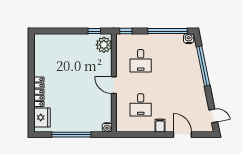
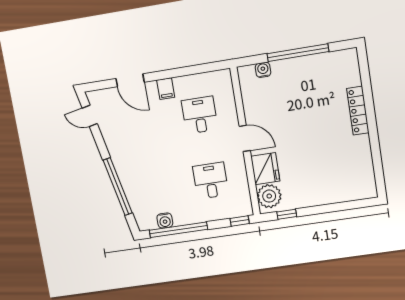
water cooler: (189, 39) -> (165, 221), moved
fridge: (42, 118) -> (265, 169), moved, turned 180
water cooler: (107, 127) -> (263, 70), moved

